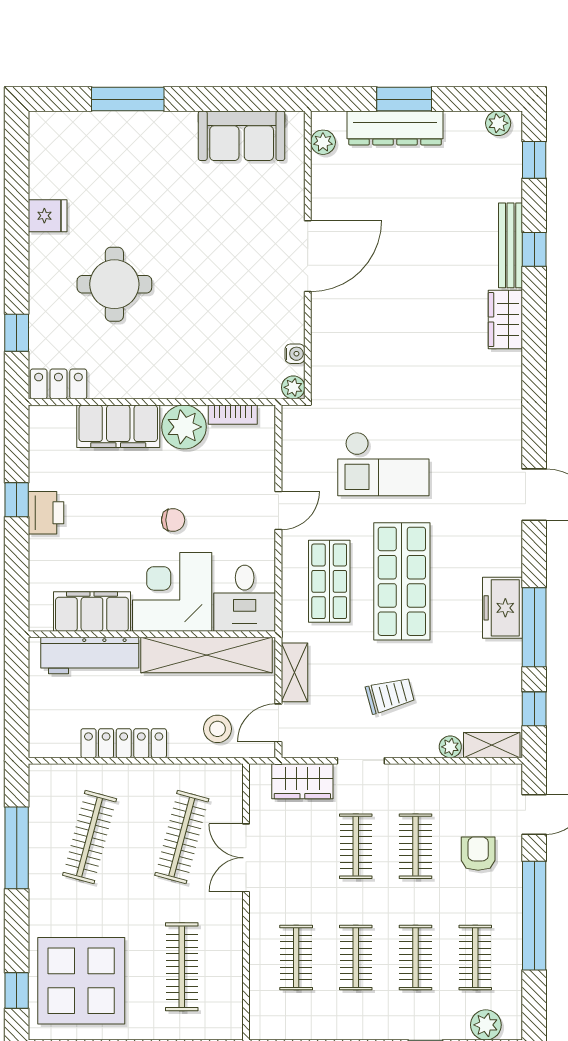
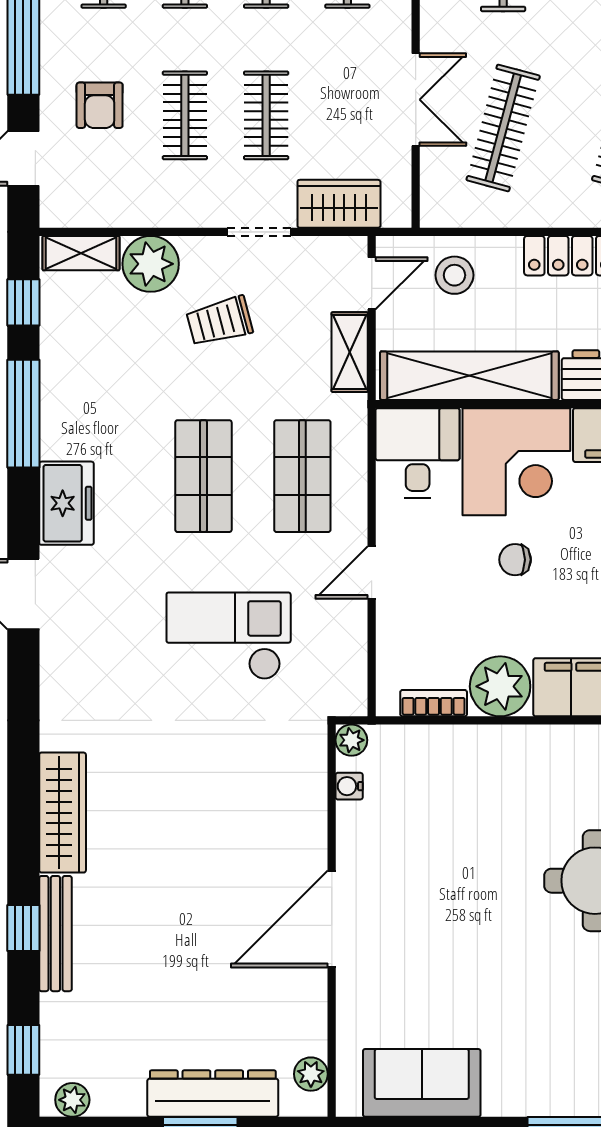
wardrobe: (505, 320) -> (63, 813), width x1.50
shop shelf: (402, 581) -> (203, 476), width x0.70, depth x0.74
freezer: (502, 608) -> (66, 503), moved
plant: (450, 747) -> (151, 264), width x1.88, depth x1.88

